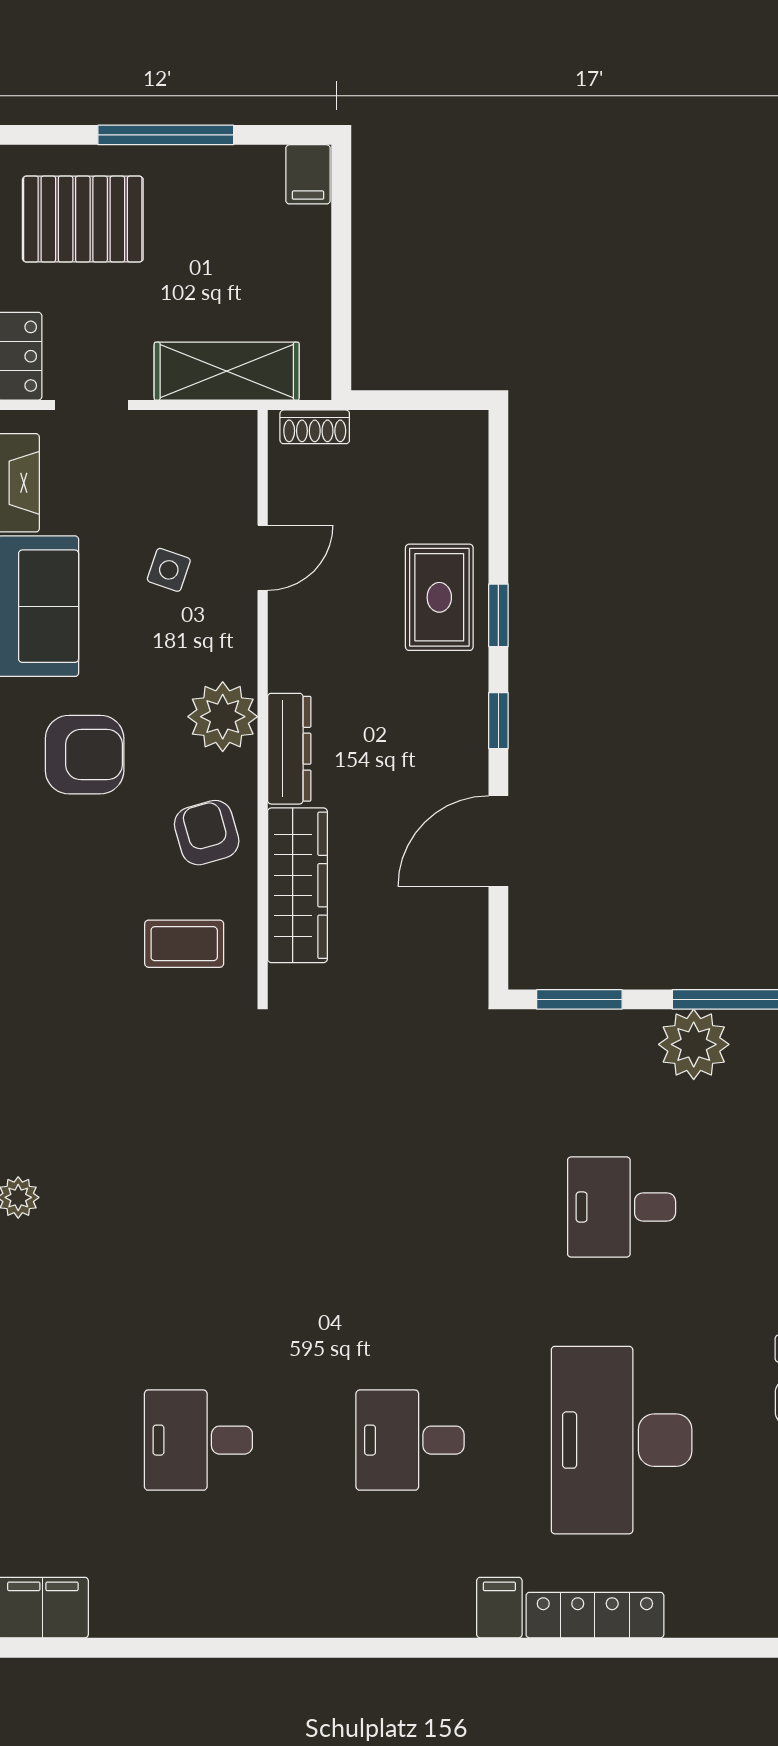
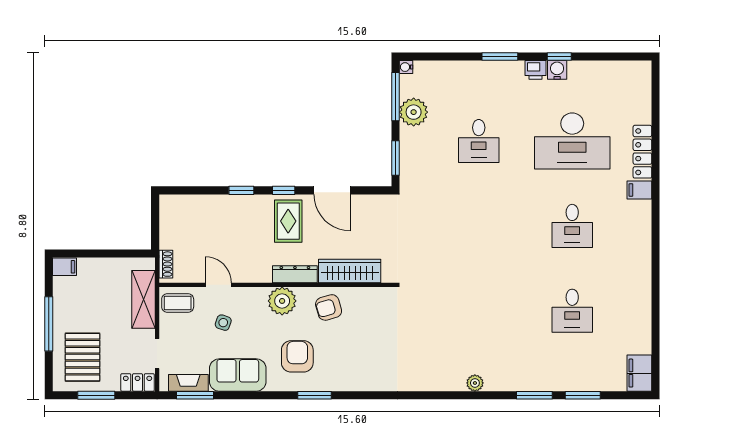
rug: (439, 597) -> (288, 221), moved, turned 90
coffee table: (184, 944) -> (178, 303), moved, turned 90

